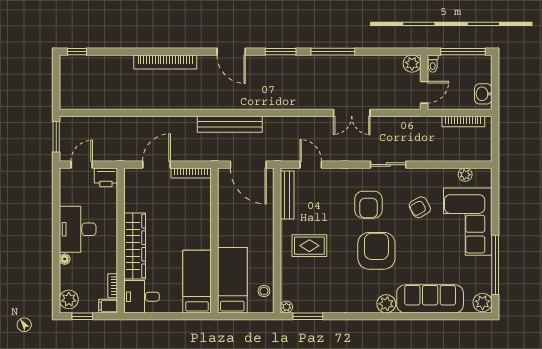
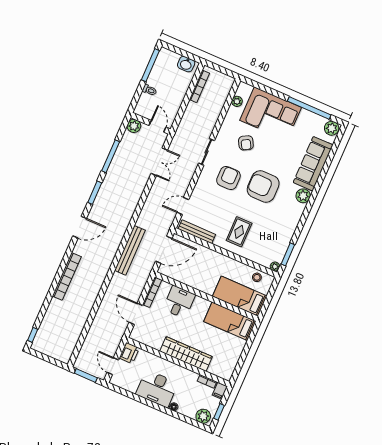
plant: (412, 64) -> (134, 126), moved
wall: (424, 82) -> (151, 123), moved
door: (424, 92) -> (157, 126), moved
armchair: (368, 205) -> (228, 178), turned -90
desk: (142, 297) -> (179, 302), moved, turned 180

